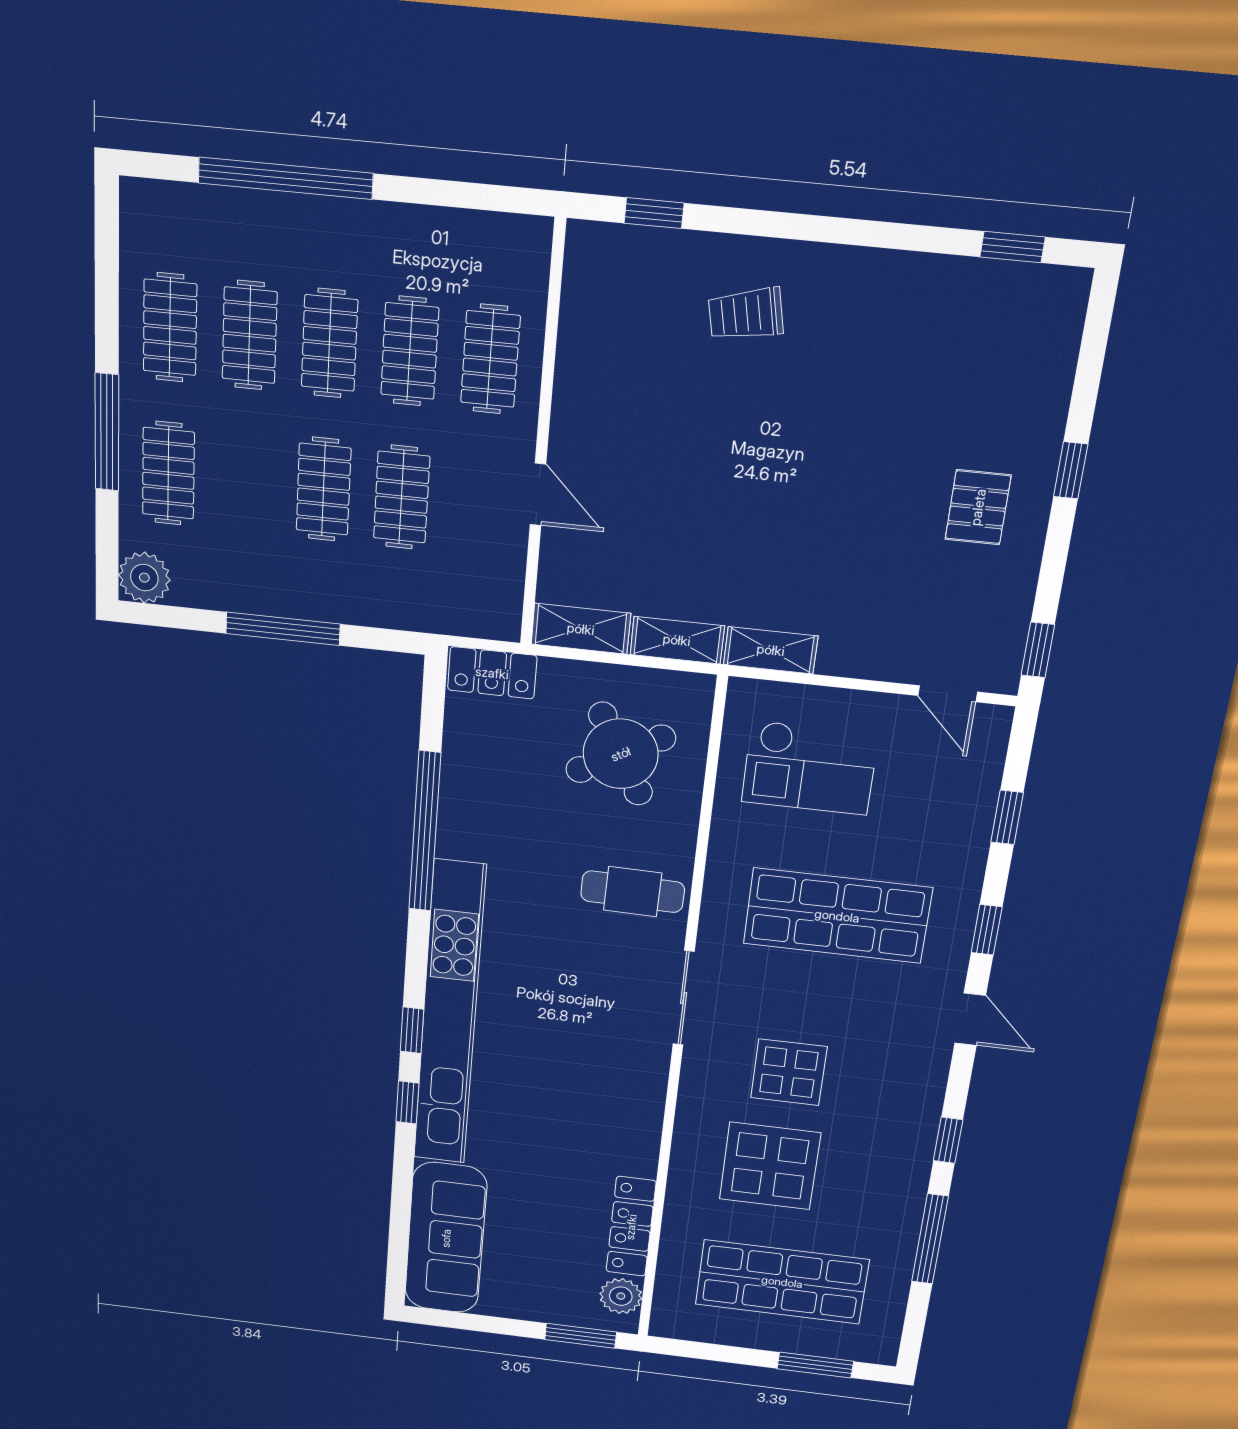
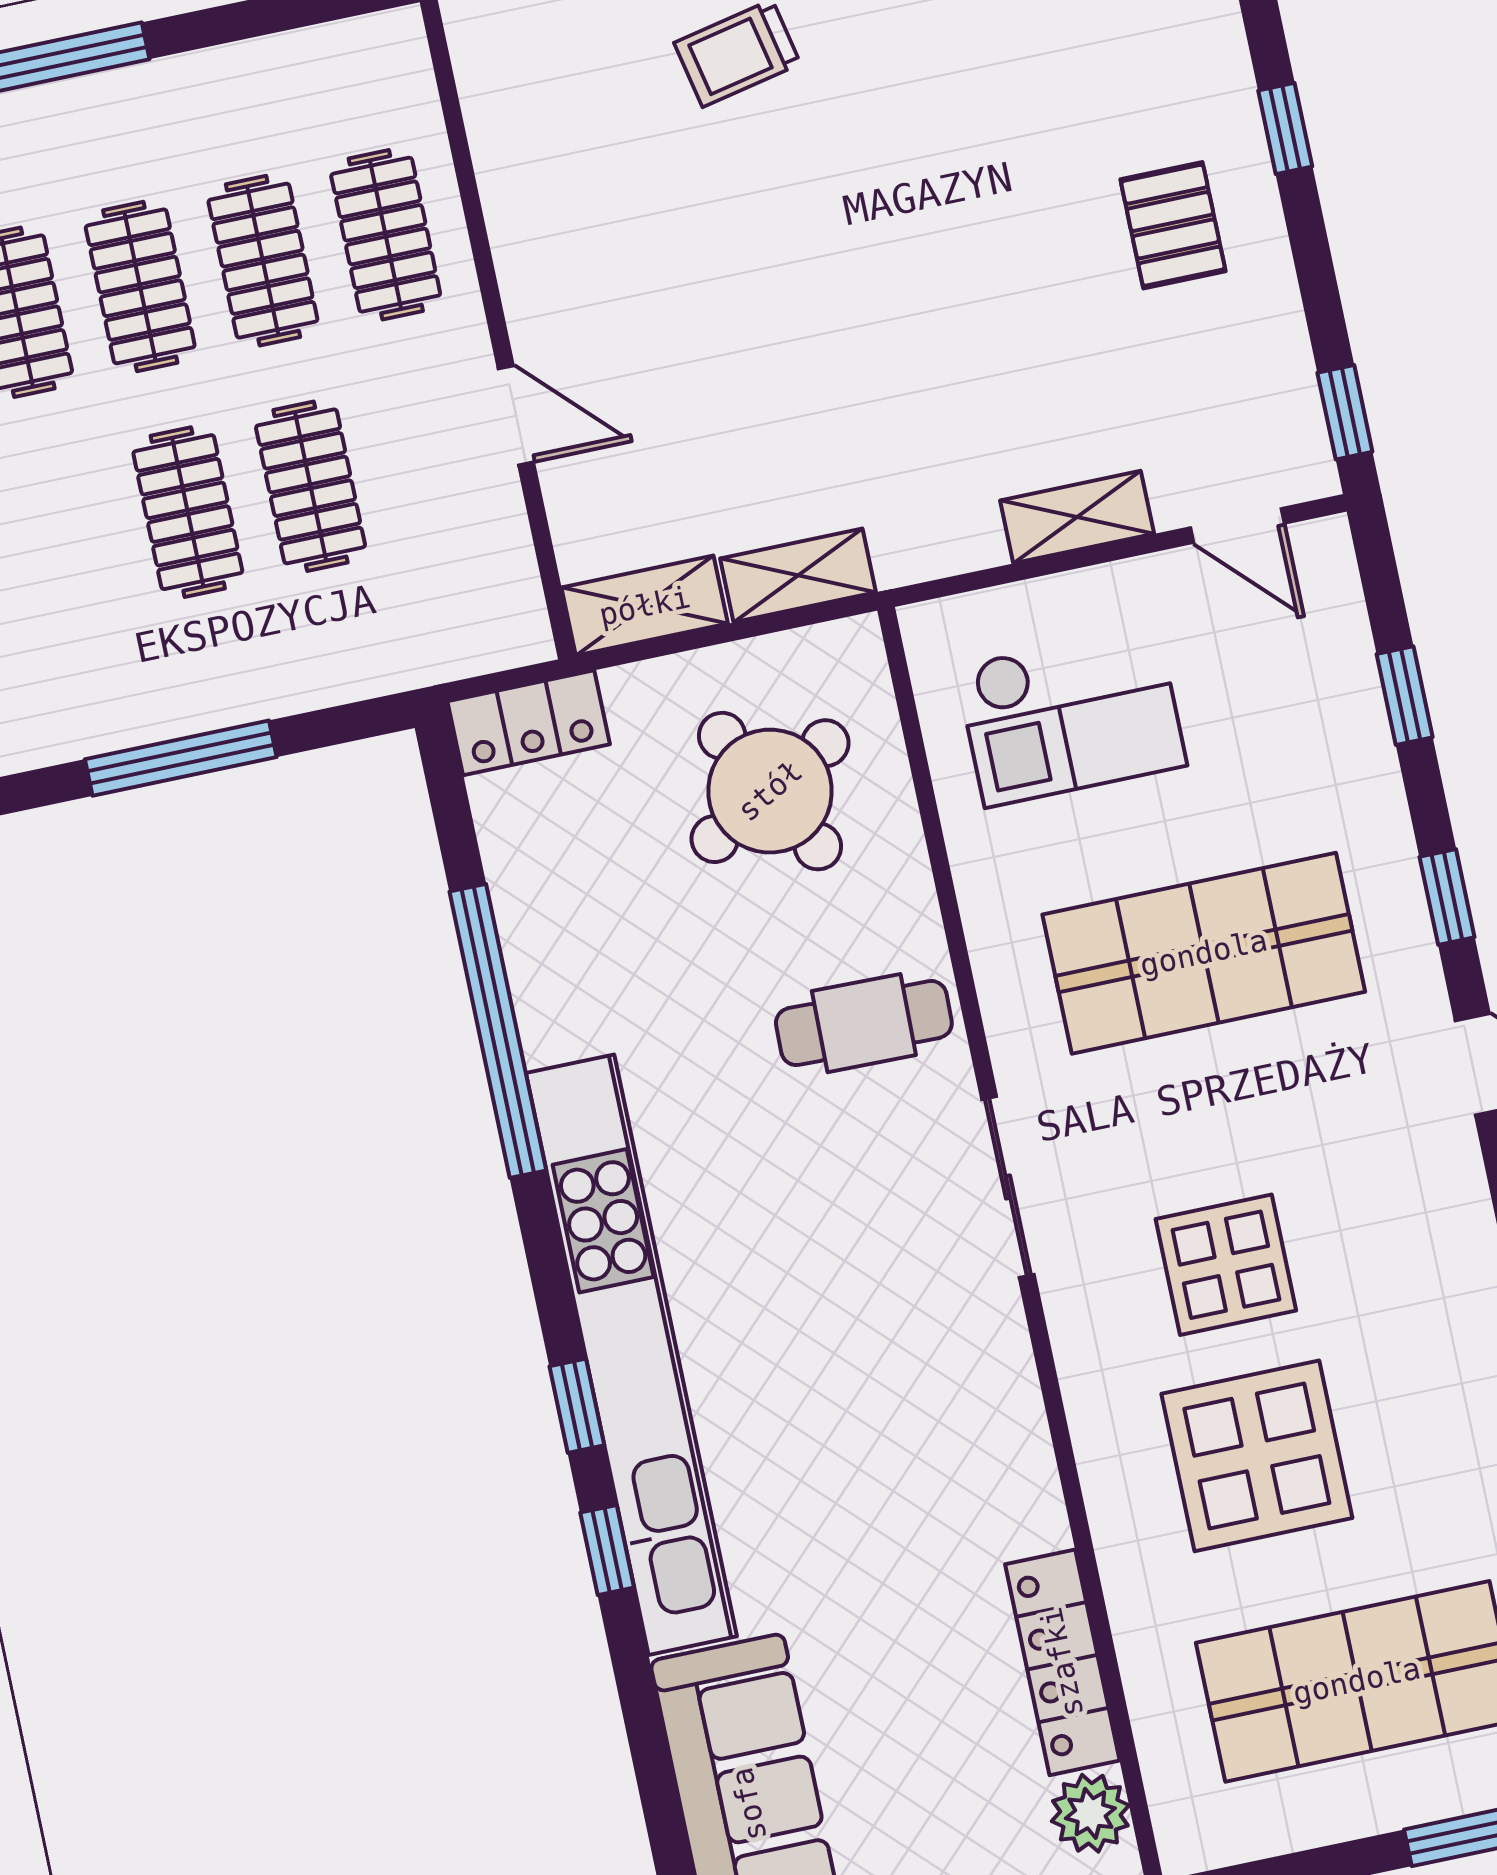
shelving: (771, 650) -> (1077, 517), moved

